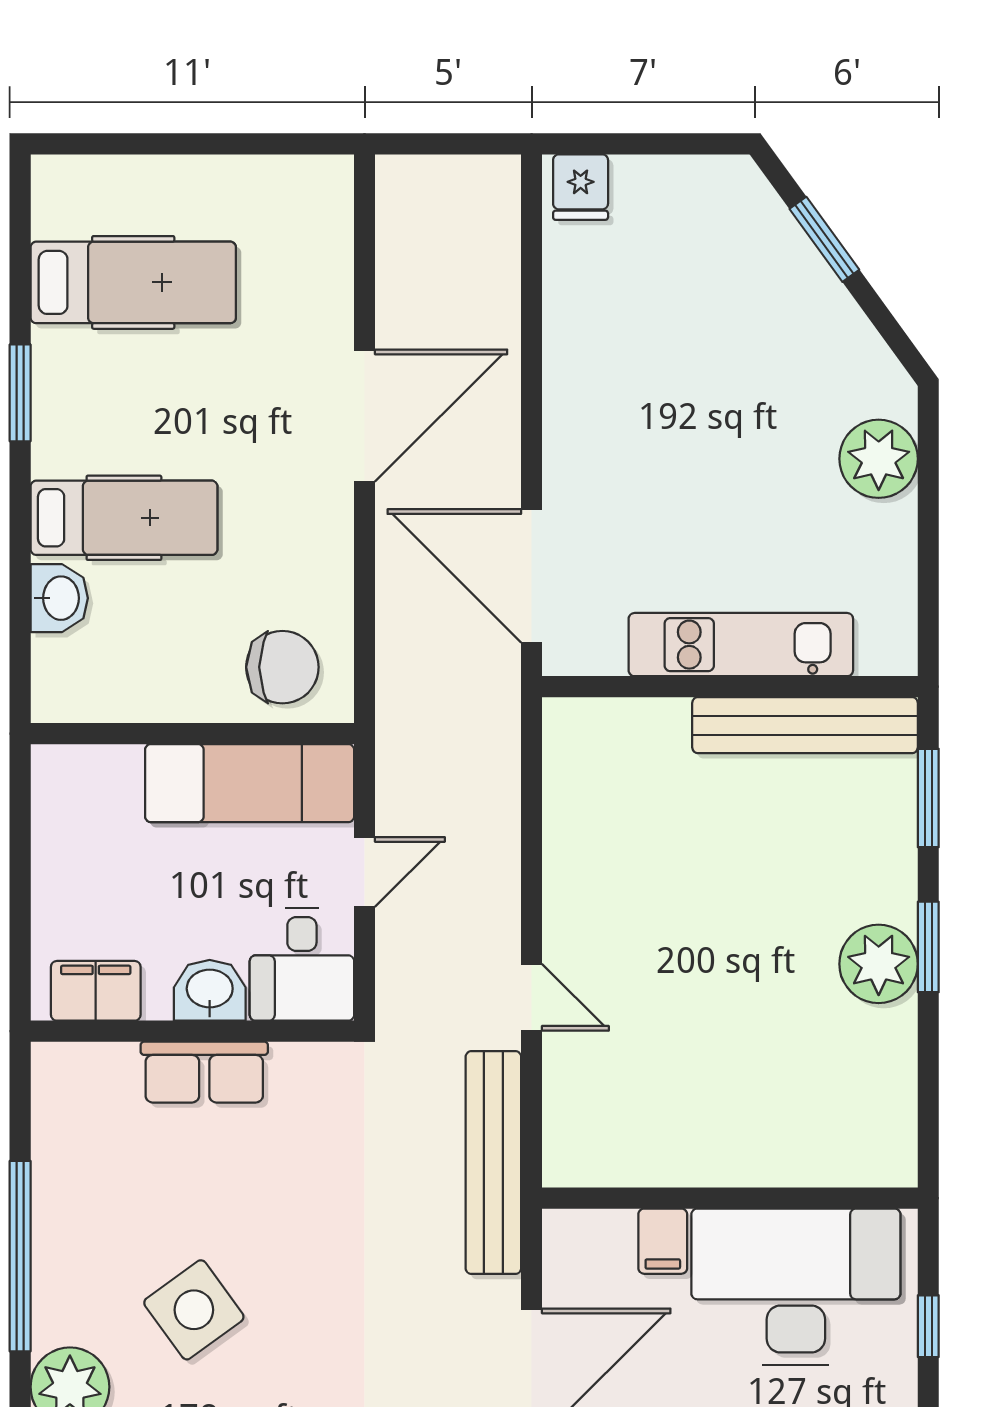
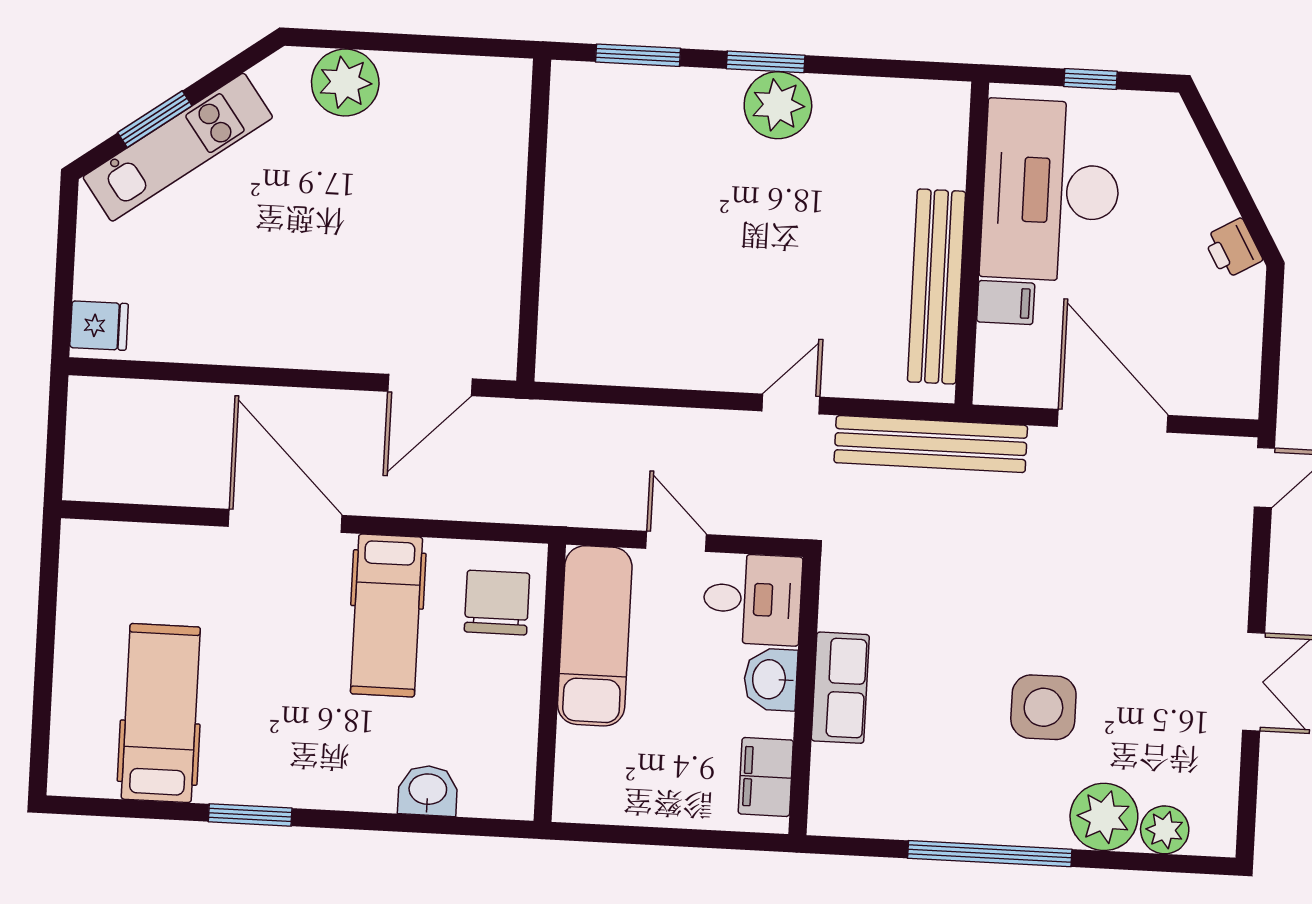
hospital bed: (124, 518) -> (387, 615), moved, turned 180
door: (532, 576) -> (430, 385), width x0.73
kitchen unit: (741, 645) -> (178, 147), moved, turned -126
bench: (805, 725) -> (937, 287), moved
side table: (194, 1310) -> (1043, 707), turned 36

